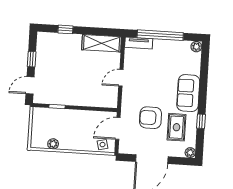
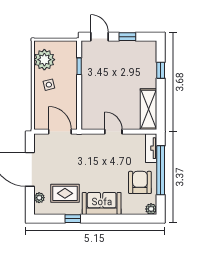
armchair: (151, 118) -> (140, 182), moved
plant: (53, 144) -> (44, 60), width x1.87, depth x1.87
side table: (103, 145) -> (49, 85), moved
plant: (190, 153) -> (39, 198), moved

